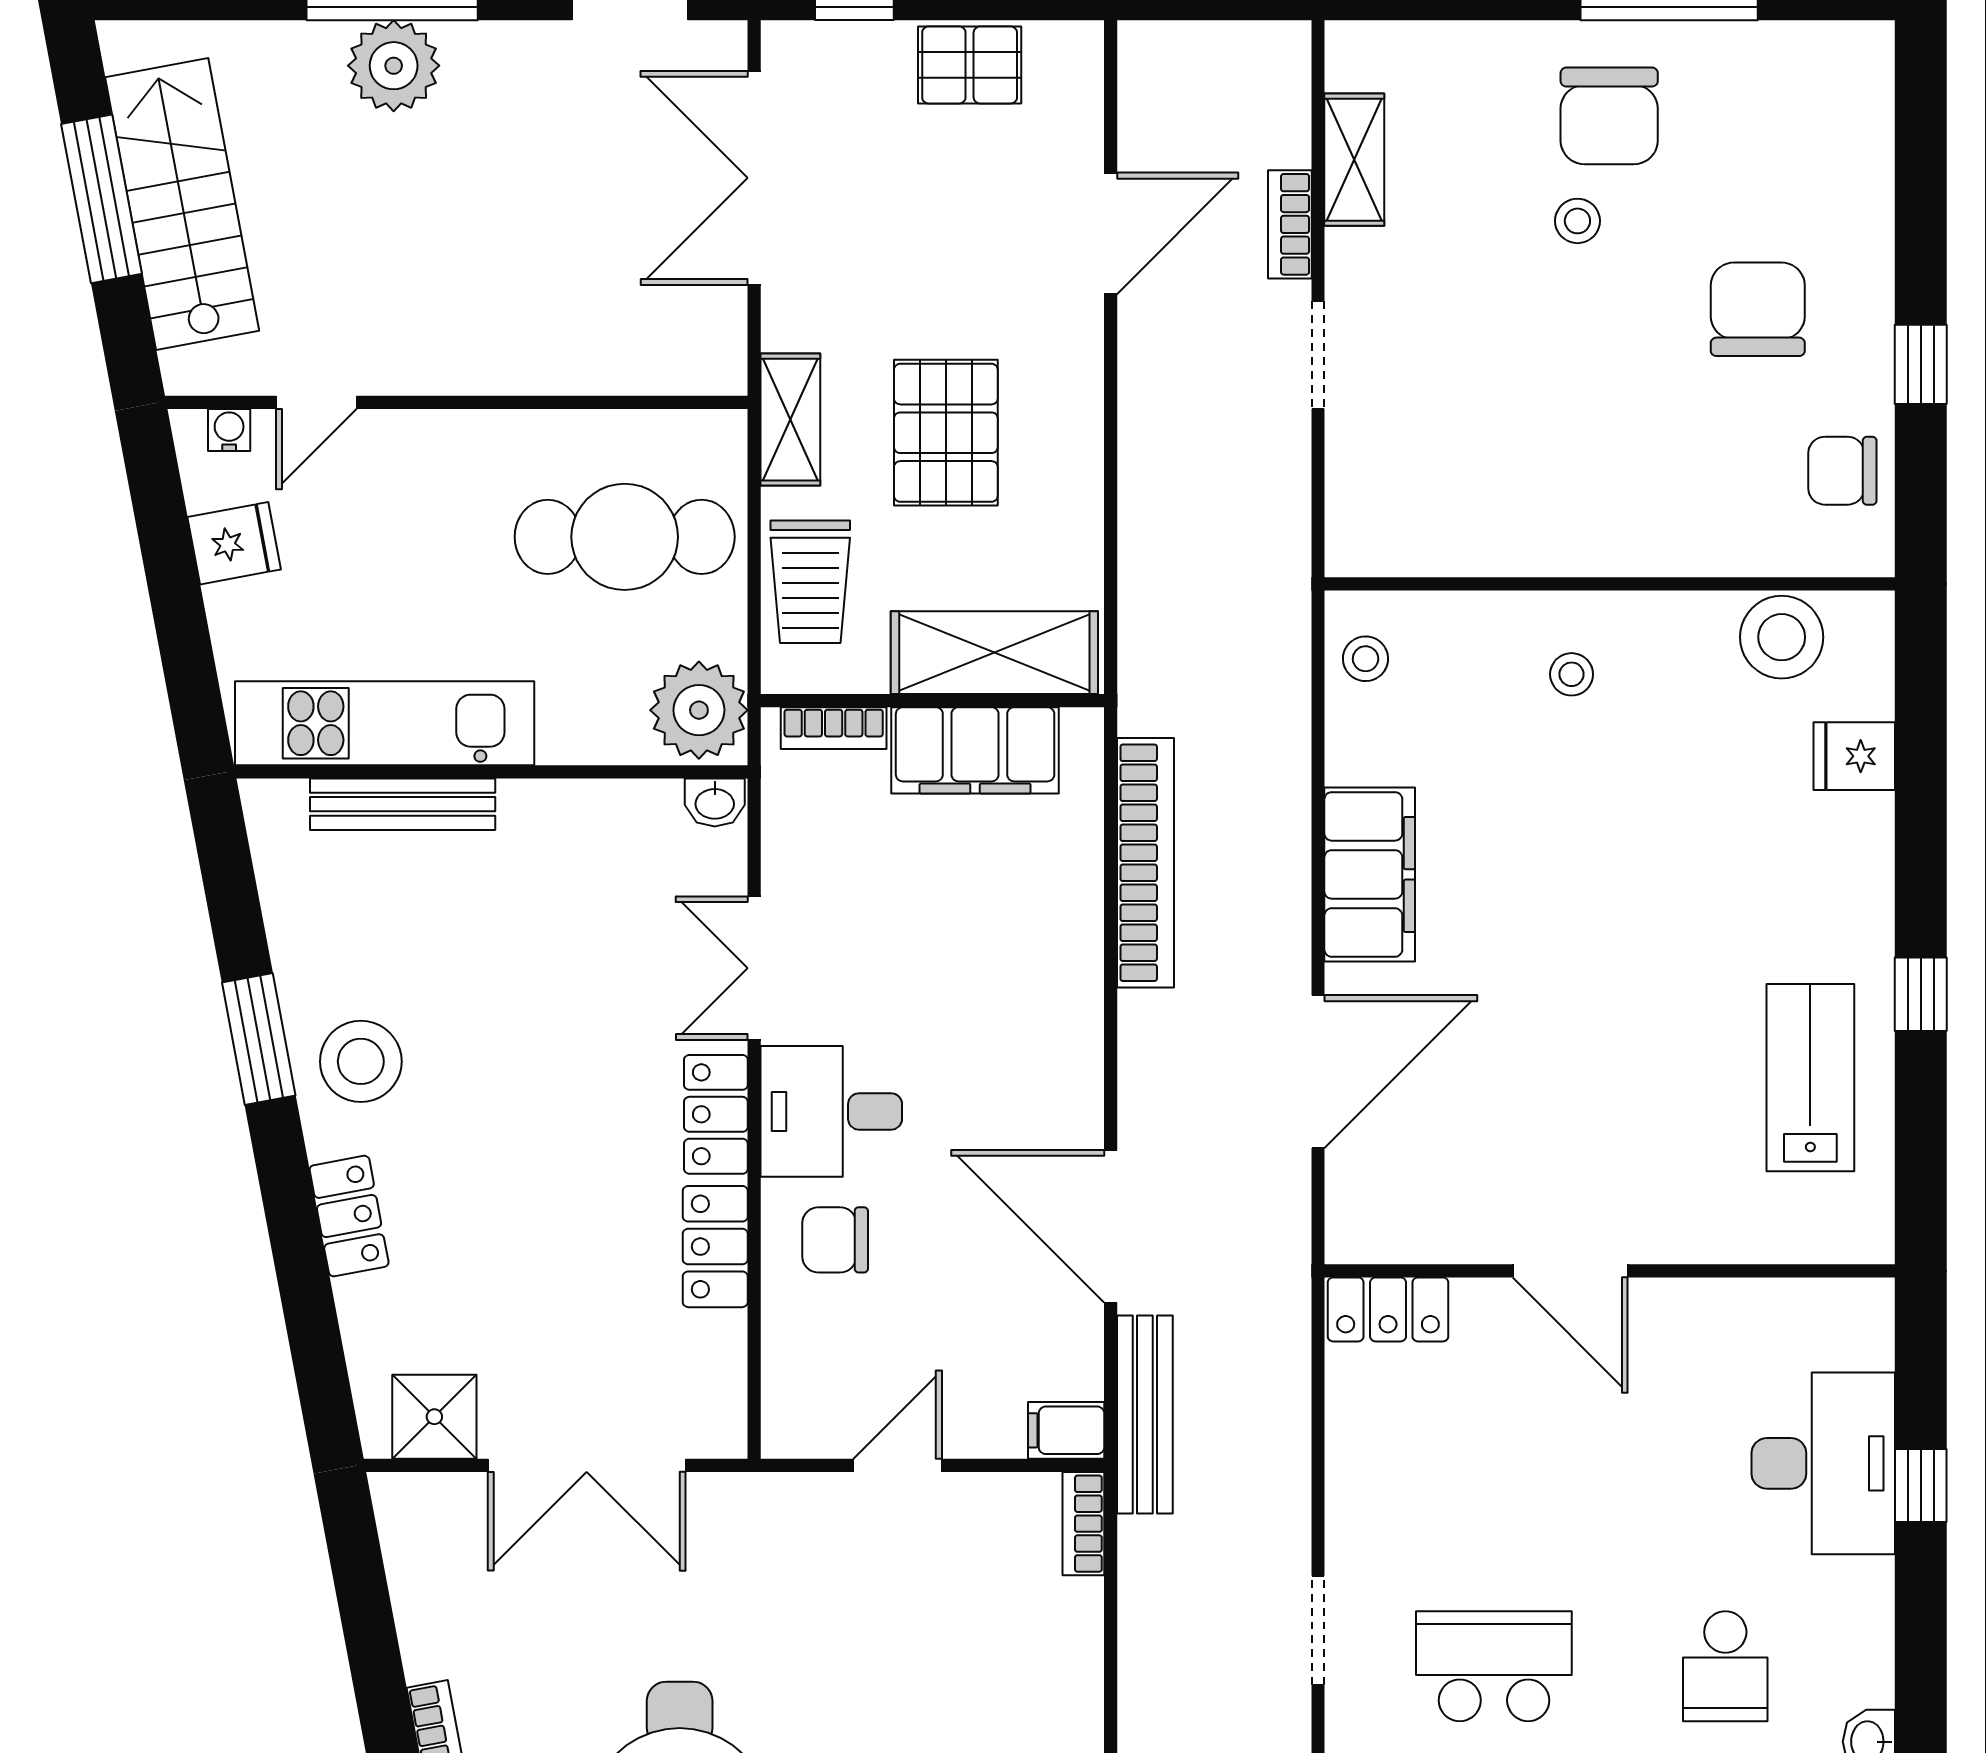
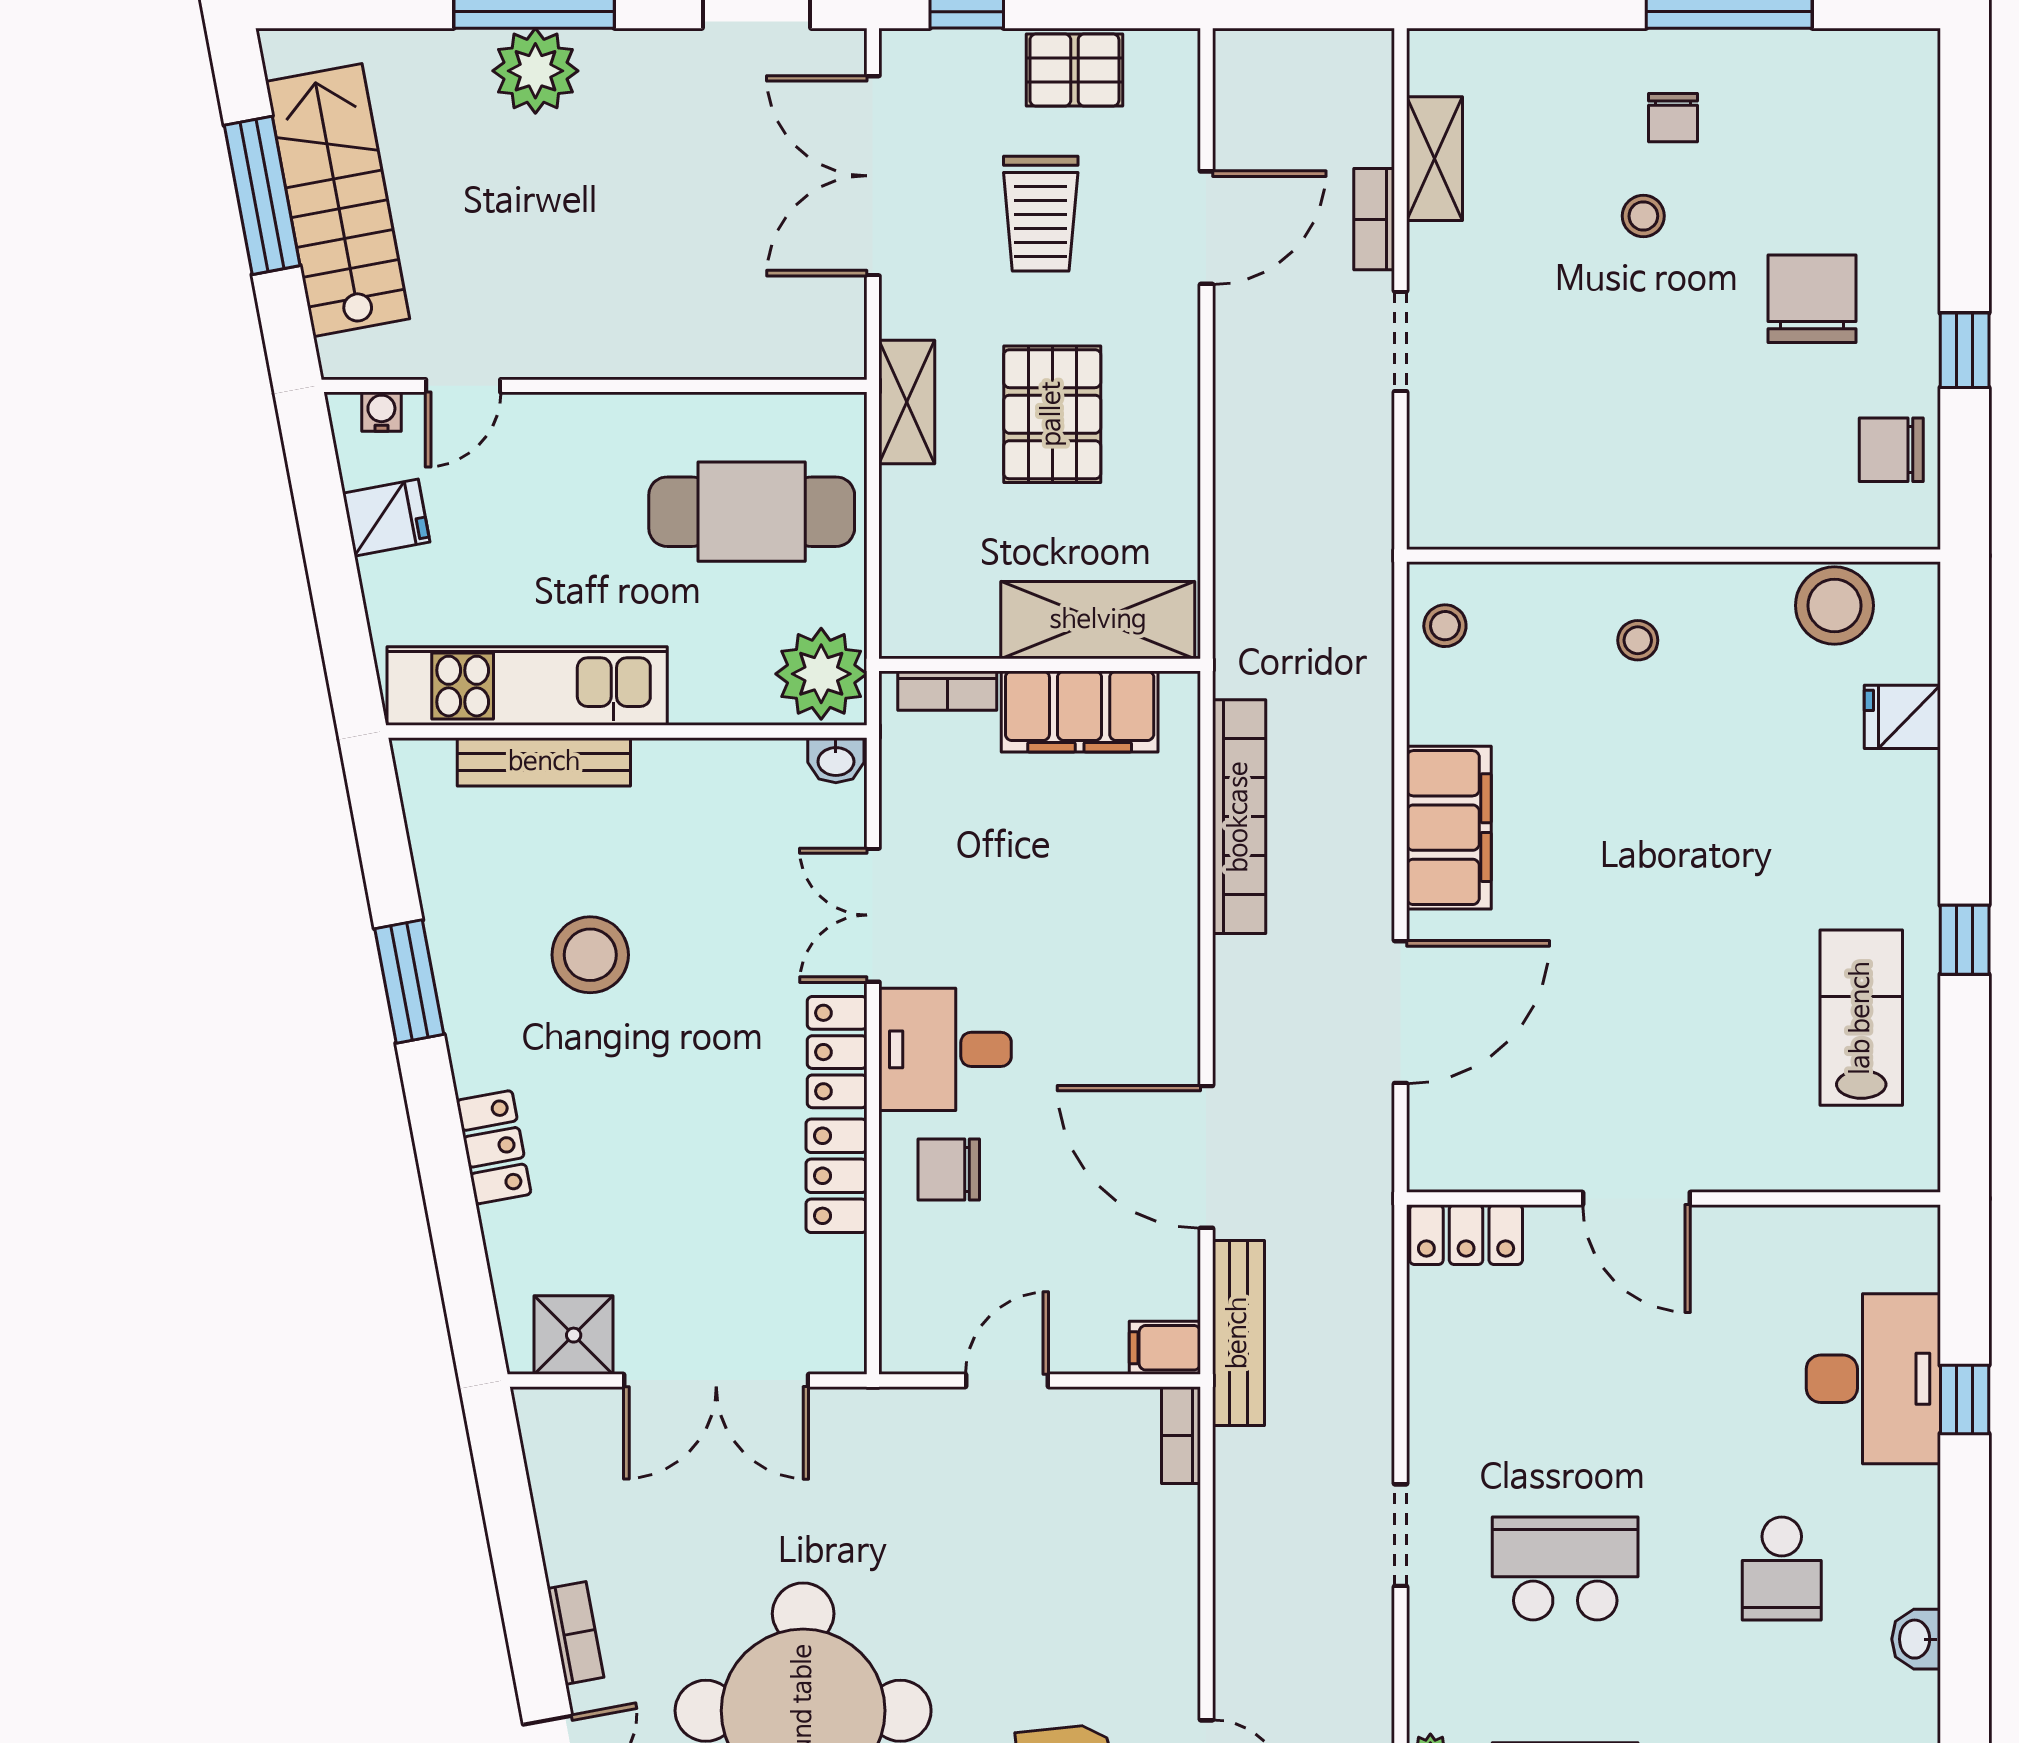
chair: (1609, 116) -> (1673, 118), width x0.54, depth x0.54
trolley: (810, 582) -> (1041, 214), moved
stool: (361, 1061) -> (590, 955), moved

